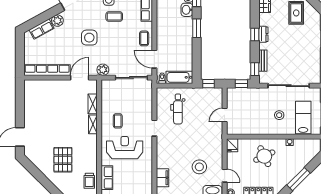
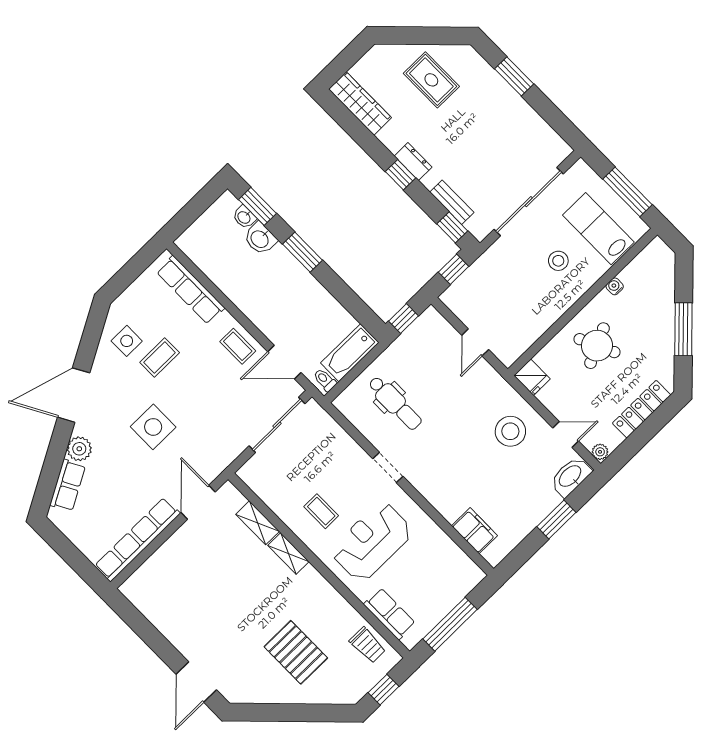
plant: (103, 70) -> (222, 456), removed
stool: (199, 167) -> (510, 431), moved

